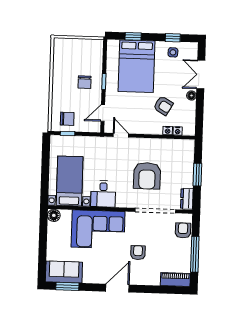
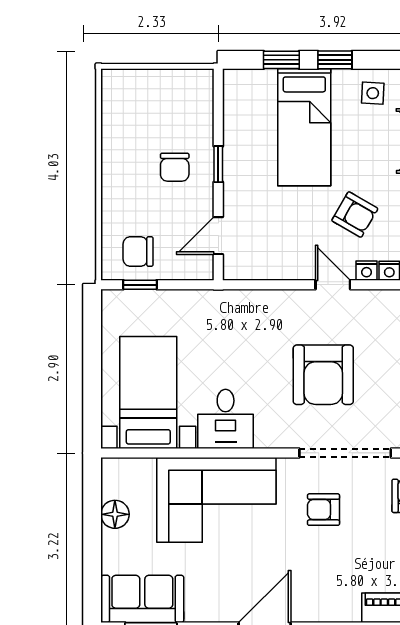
window: (173, 38) -> (335, 60), moved
bed: (136, 66) -> (304, 127), width x0.67
chair: (67, 119) -> (138, 251), turned 180
door: (121, 135) -> (333, 285), moved
floor lamp: (54, 215) -> (115, 514), moved
armchair: (138, 253) -> (323, 510), moved, turned -90

